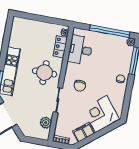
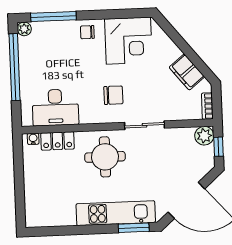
corner desk: (101, 114) -> (128, 41), moved, turned -51
plant: (46, 123) -> (204, 136), moved
window: (35, 141) -> (219, 147), added

